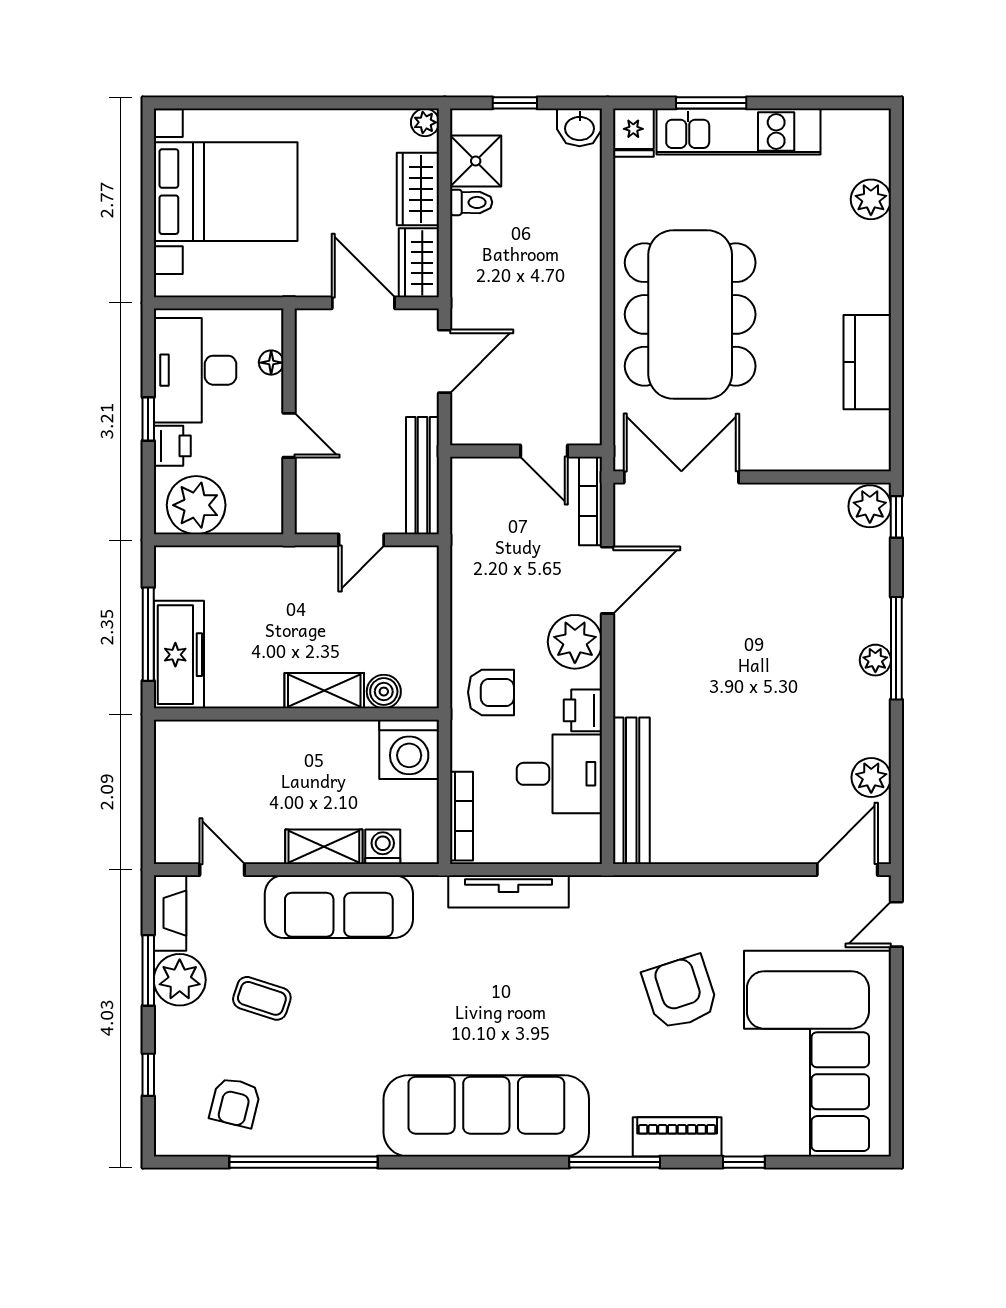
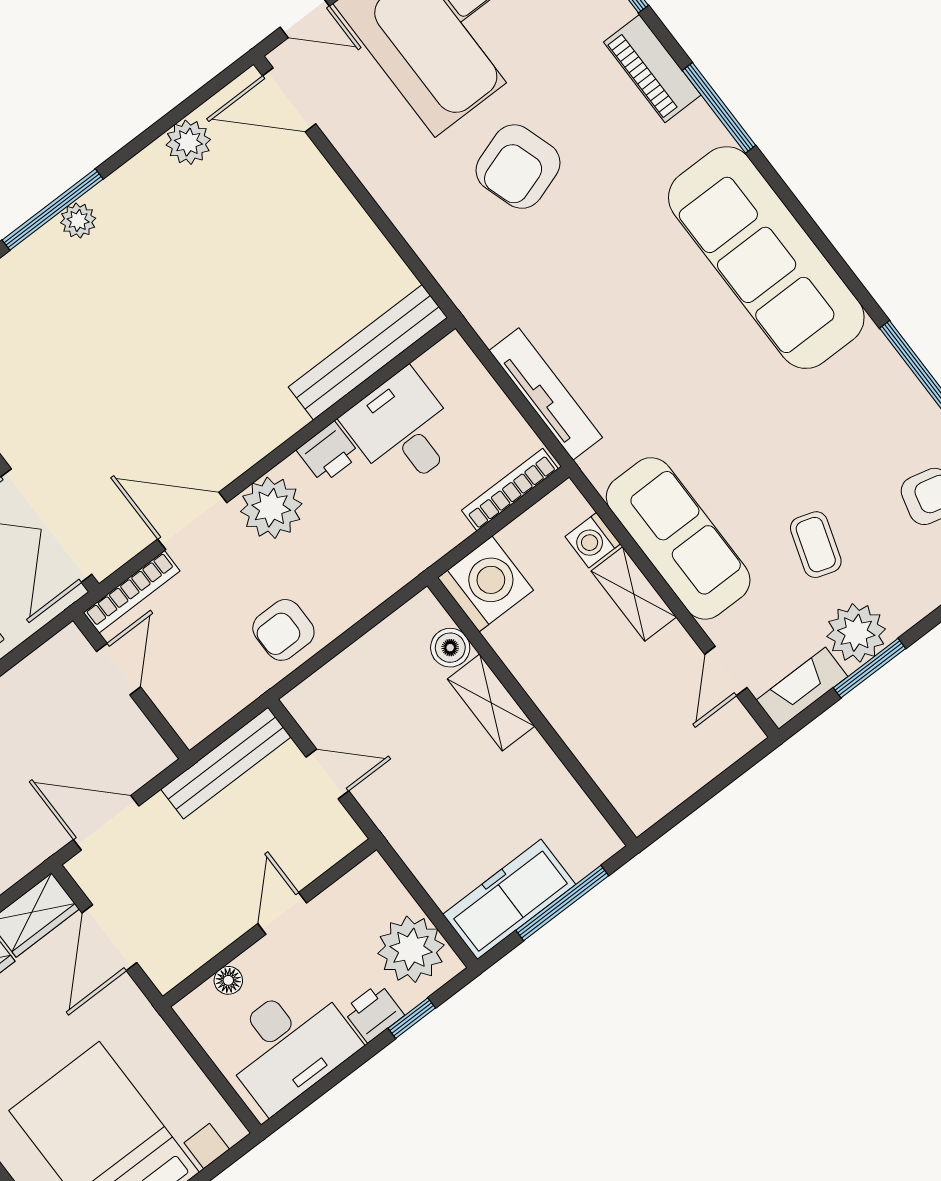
window: (148, 419) -> (412, 1018), moved
freezer: (179, 655) -> (509, 899), moved
armchair: (491, 692) -> (283, 630), moved, turned -90

